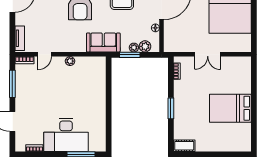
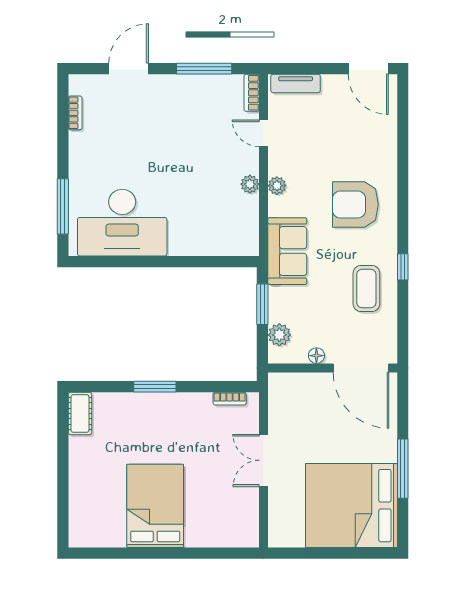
plant: (134, 48) -> (277, 186), moved
desk: (66, 135) -> (122, 223), moved, turned -90

